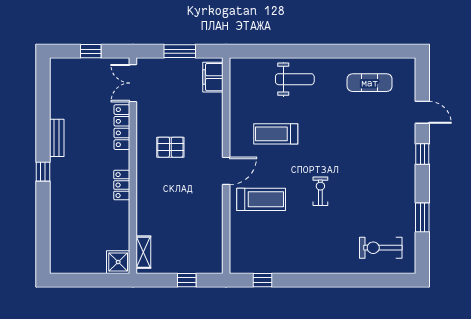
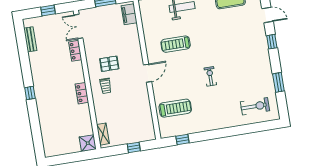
locker: (122, 127) -> (75, 51), width x0.66
bench: (57, 138) -> (30, 39), moved
trolley: (159, 180) -> (106, 86), added
treadmill: (261, 199) -> (175, 108), moved
exercise bike: (381, 248) -> (255, 106), turned 180

